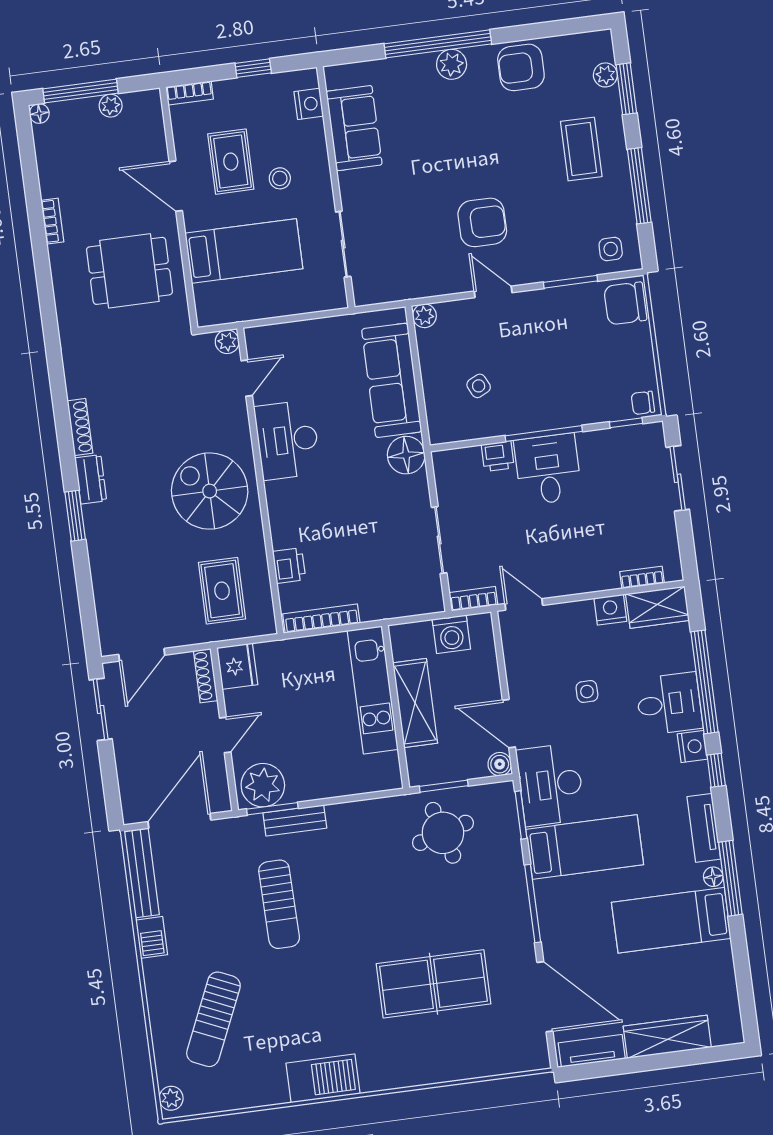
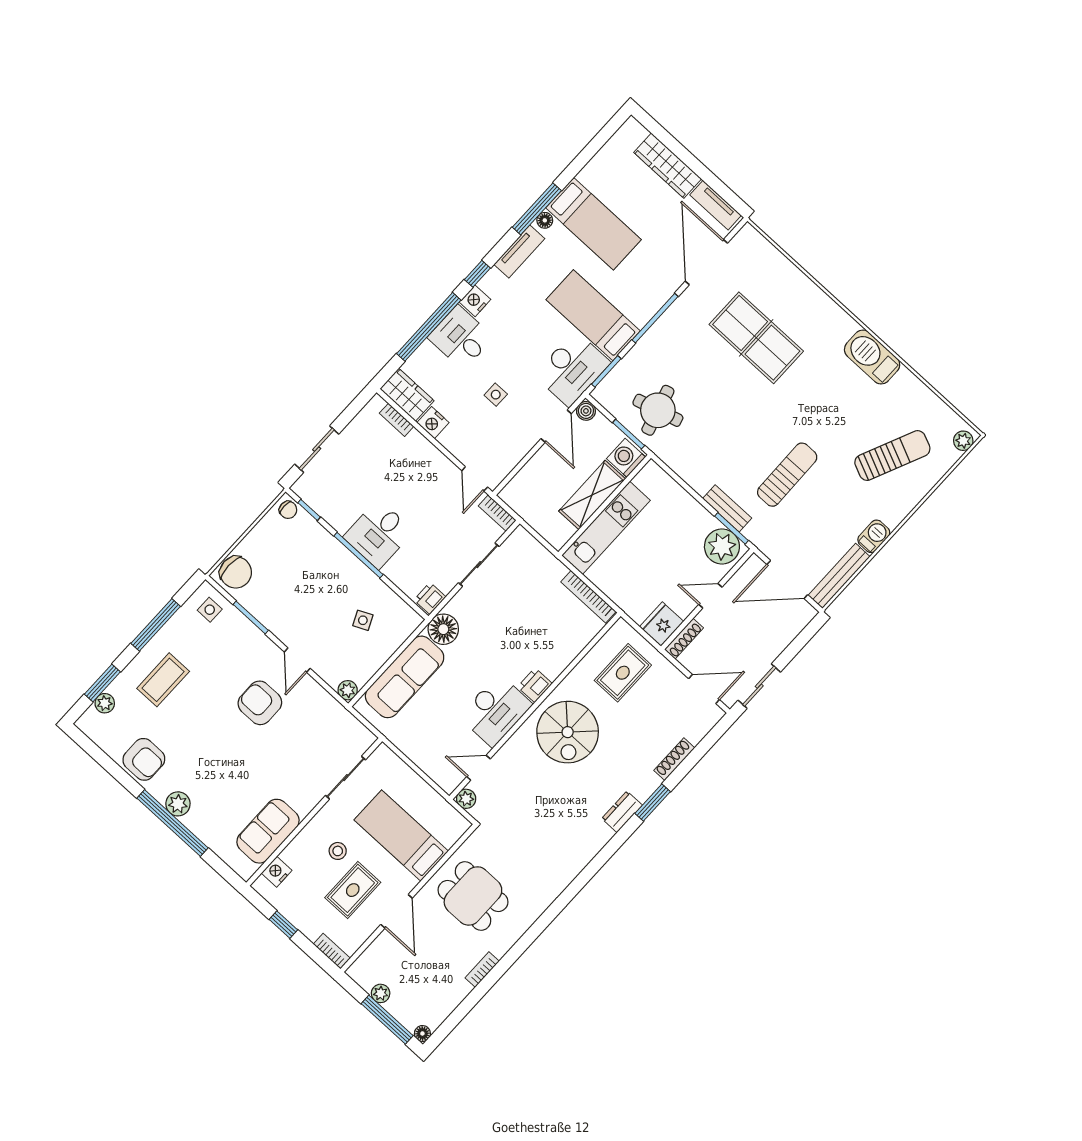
shoe rack: (80, 427) -> (674, 759), moved
printer: (498, 456) -> (430, 598), moved, turned -90
printer: (289, 566) -> (535, 685), moved
washing machine: (451, 634) -> (626, 458), moved, turned -90

